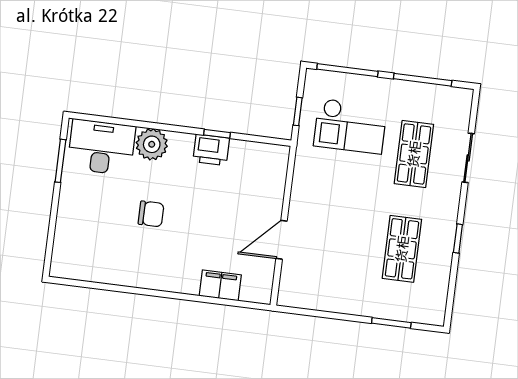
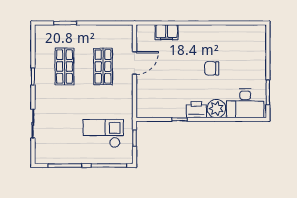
printer: (211, 150) -> (196, 110), moved
shop shelf: (414, 154) -> (103, 66), moved

